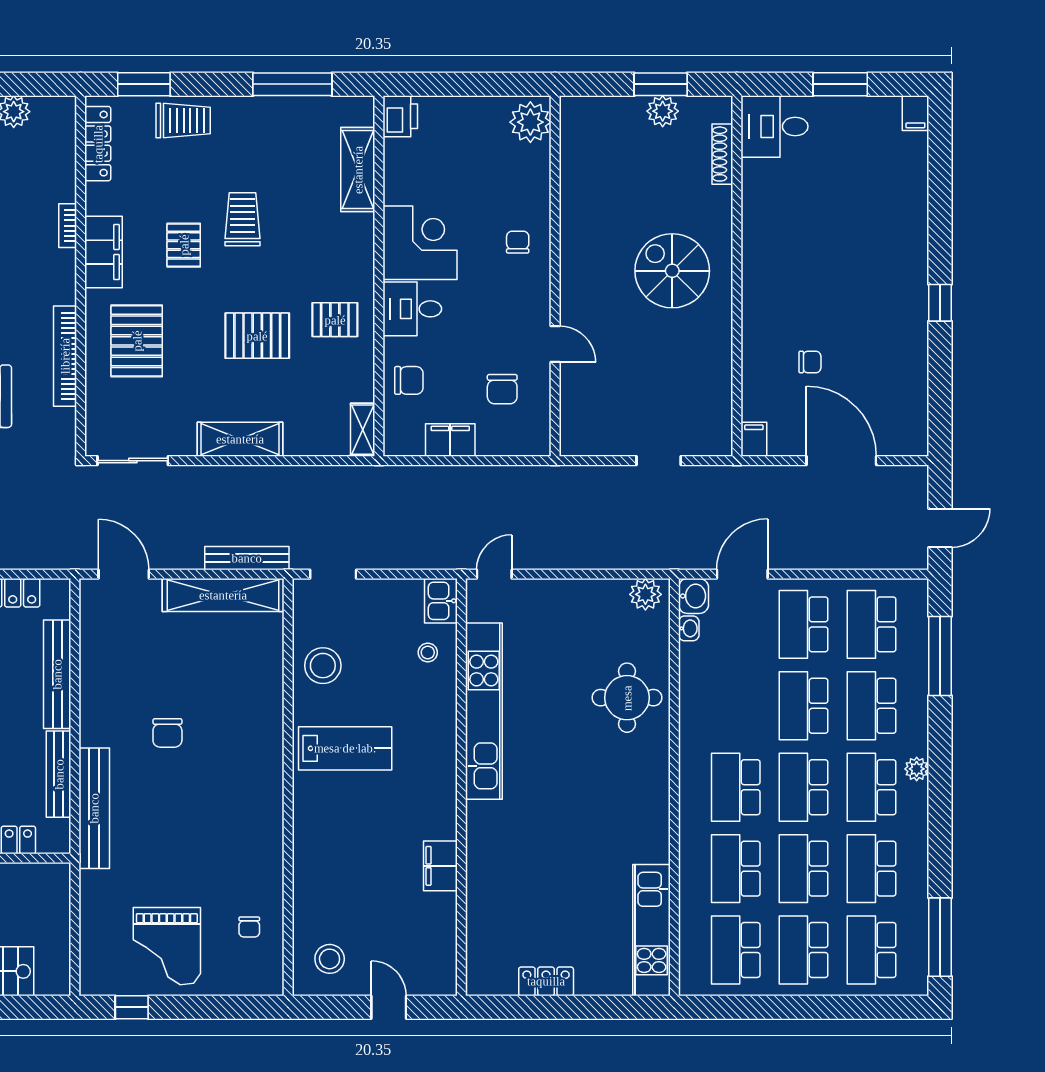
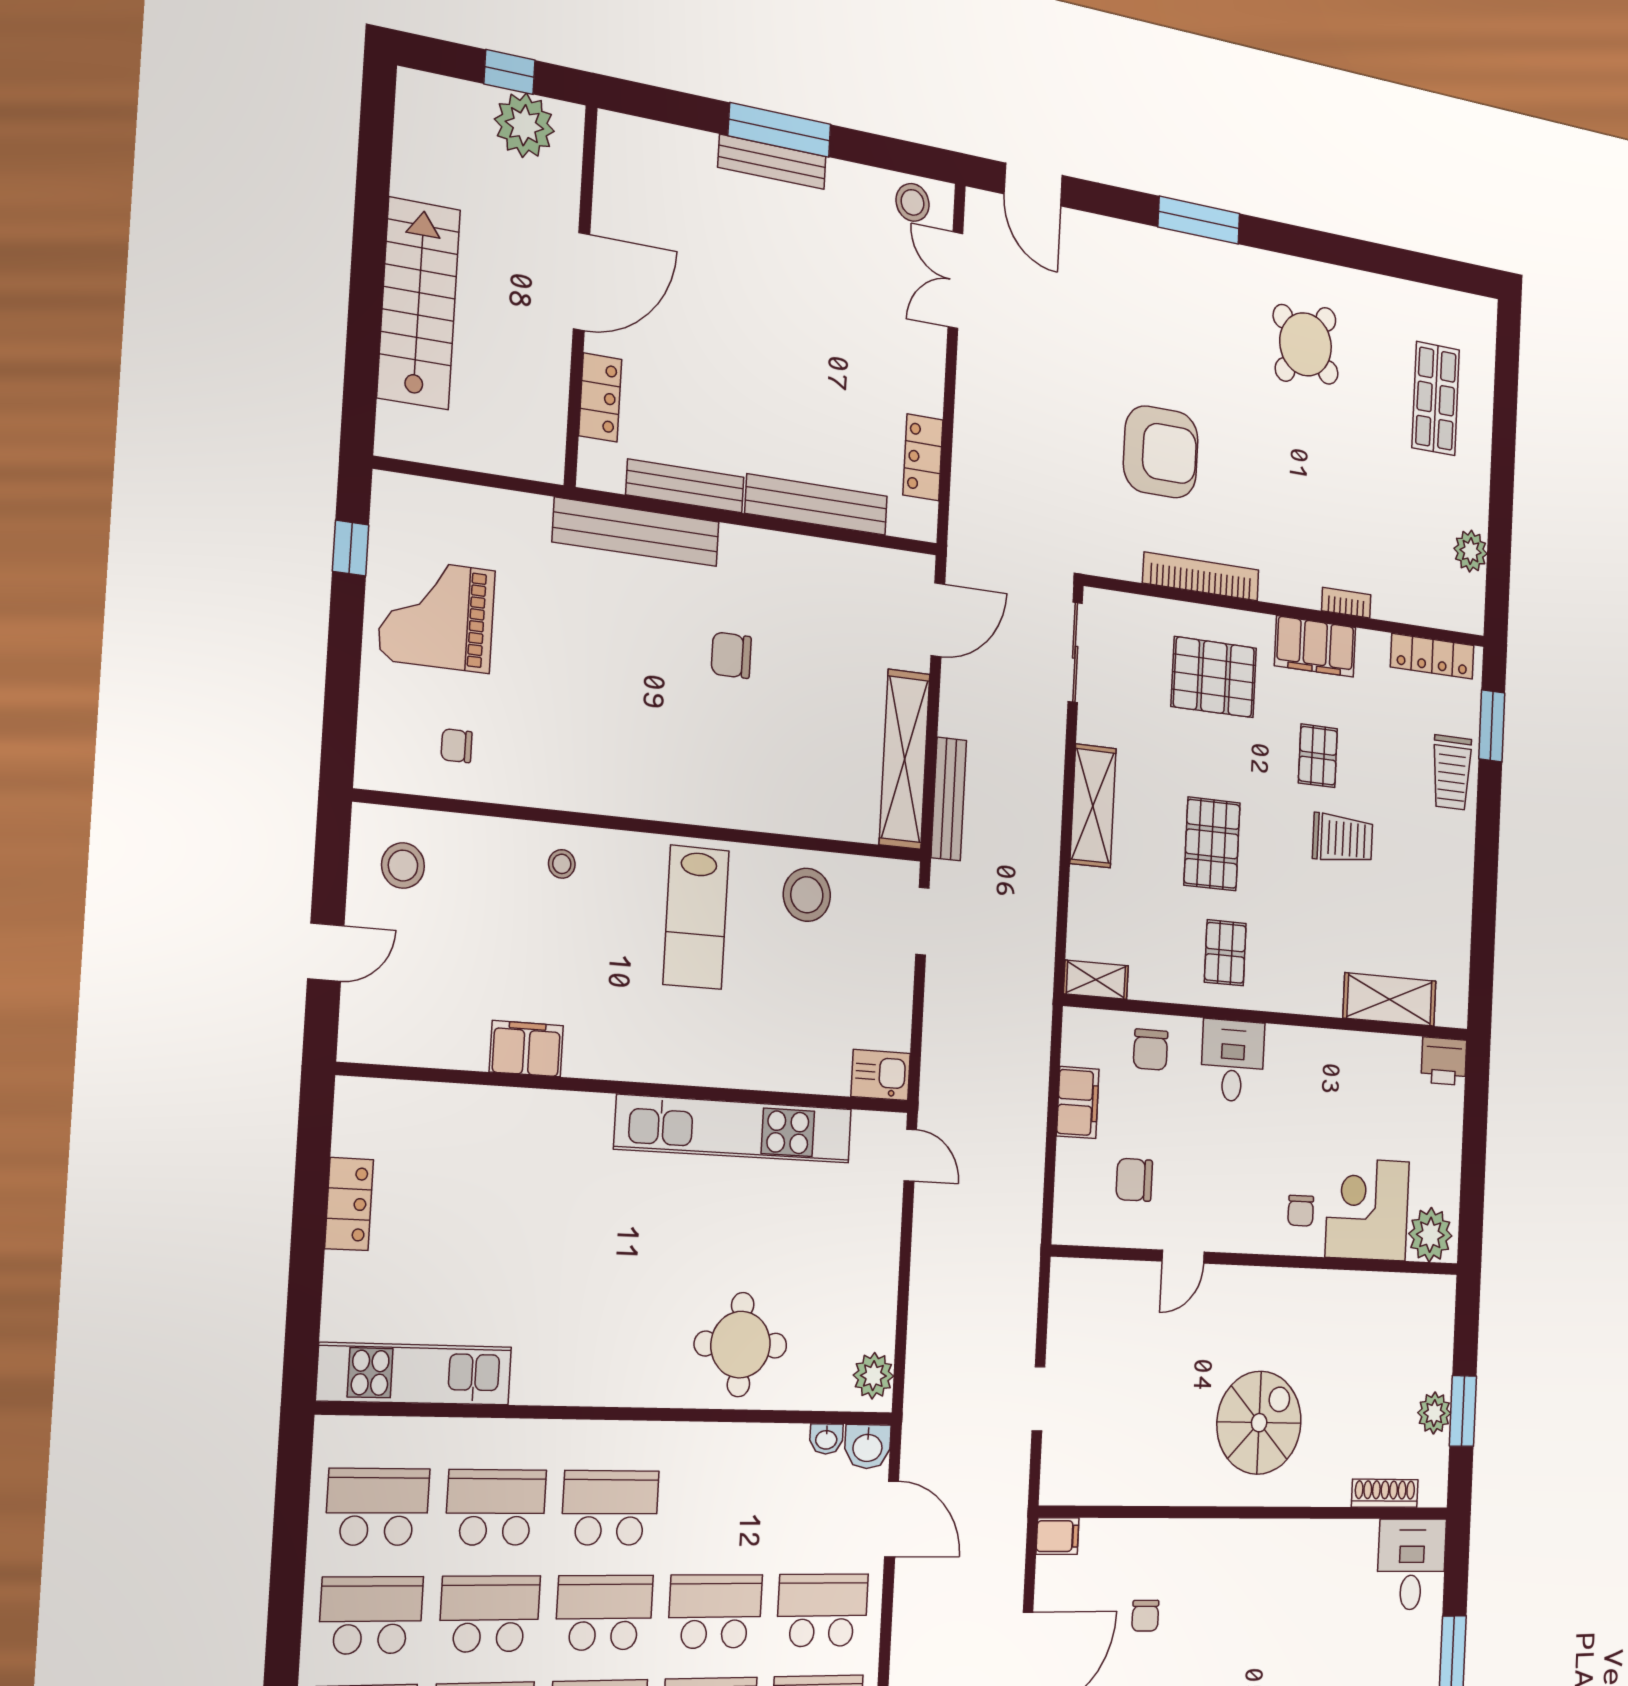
window: (292, 84) -> (1484, 921), removed
chair: (518, 242) -> (1301, 1211), turned 90
corner desk: (420, 243) -> (1367, 1209), moved, turned 180
pallet: (184, 245) -> (1318, 756), turned 90
stool: (428, 652) -> (562, 864), moved

